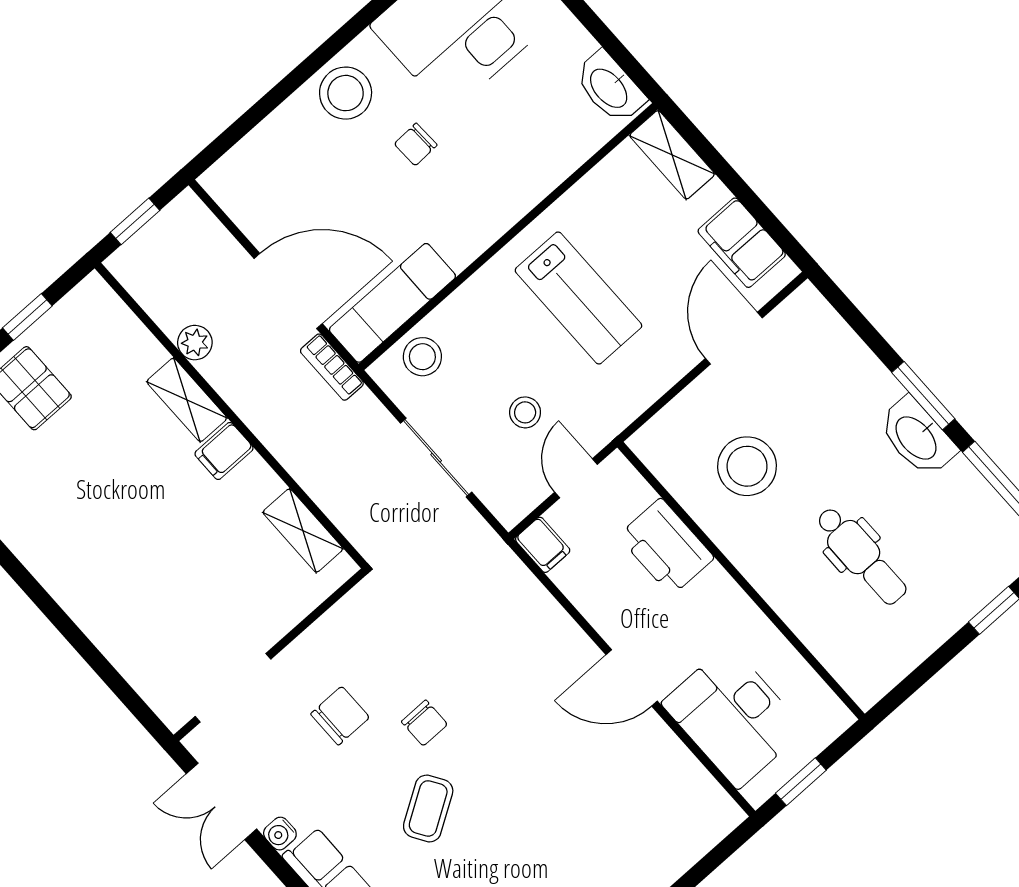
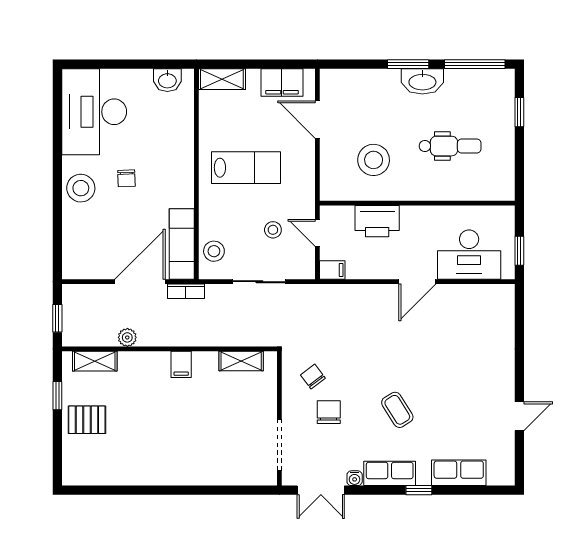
washbasin: (610, 87) -> (167, 80), width x0.72
shelving: (187, 400) -> (95, 361), moved
chair: (424, 723) -> (313, 377), moved, turned -127

